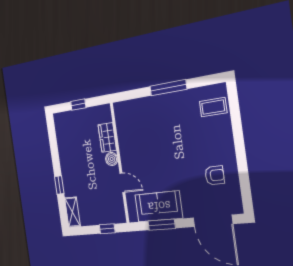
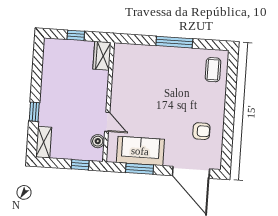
coffee table: (213, 107) -> (213, 70), turned 90
wardrobe: (107, 137) -> (102, 56), moved
boiler: (112, 159) -> (98, 141), moved

